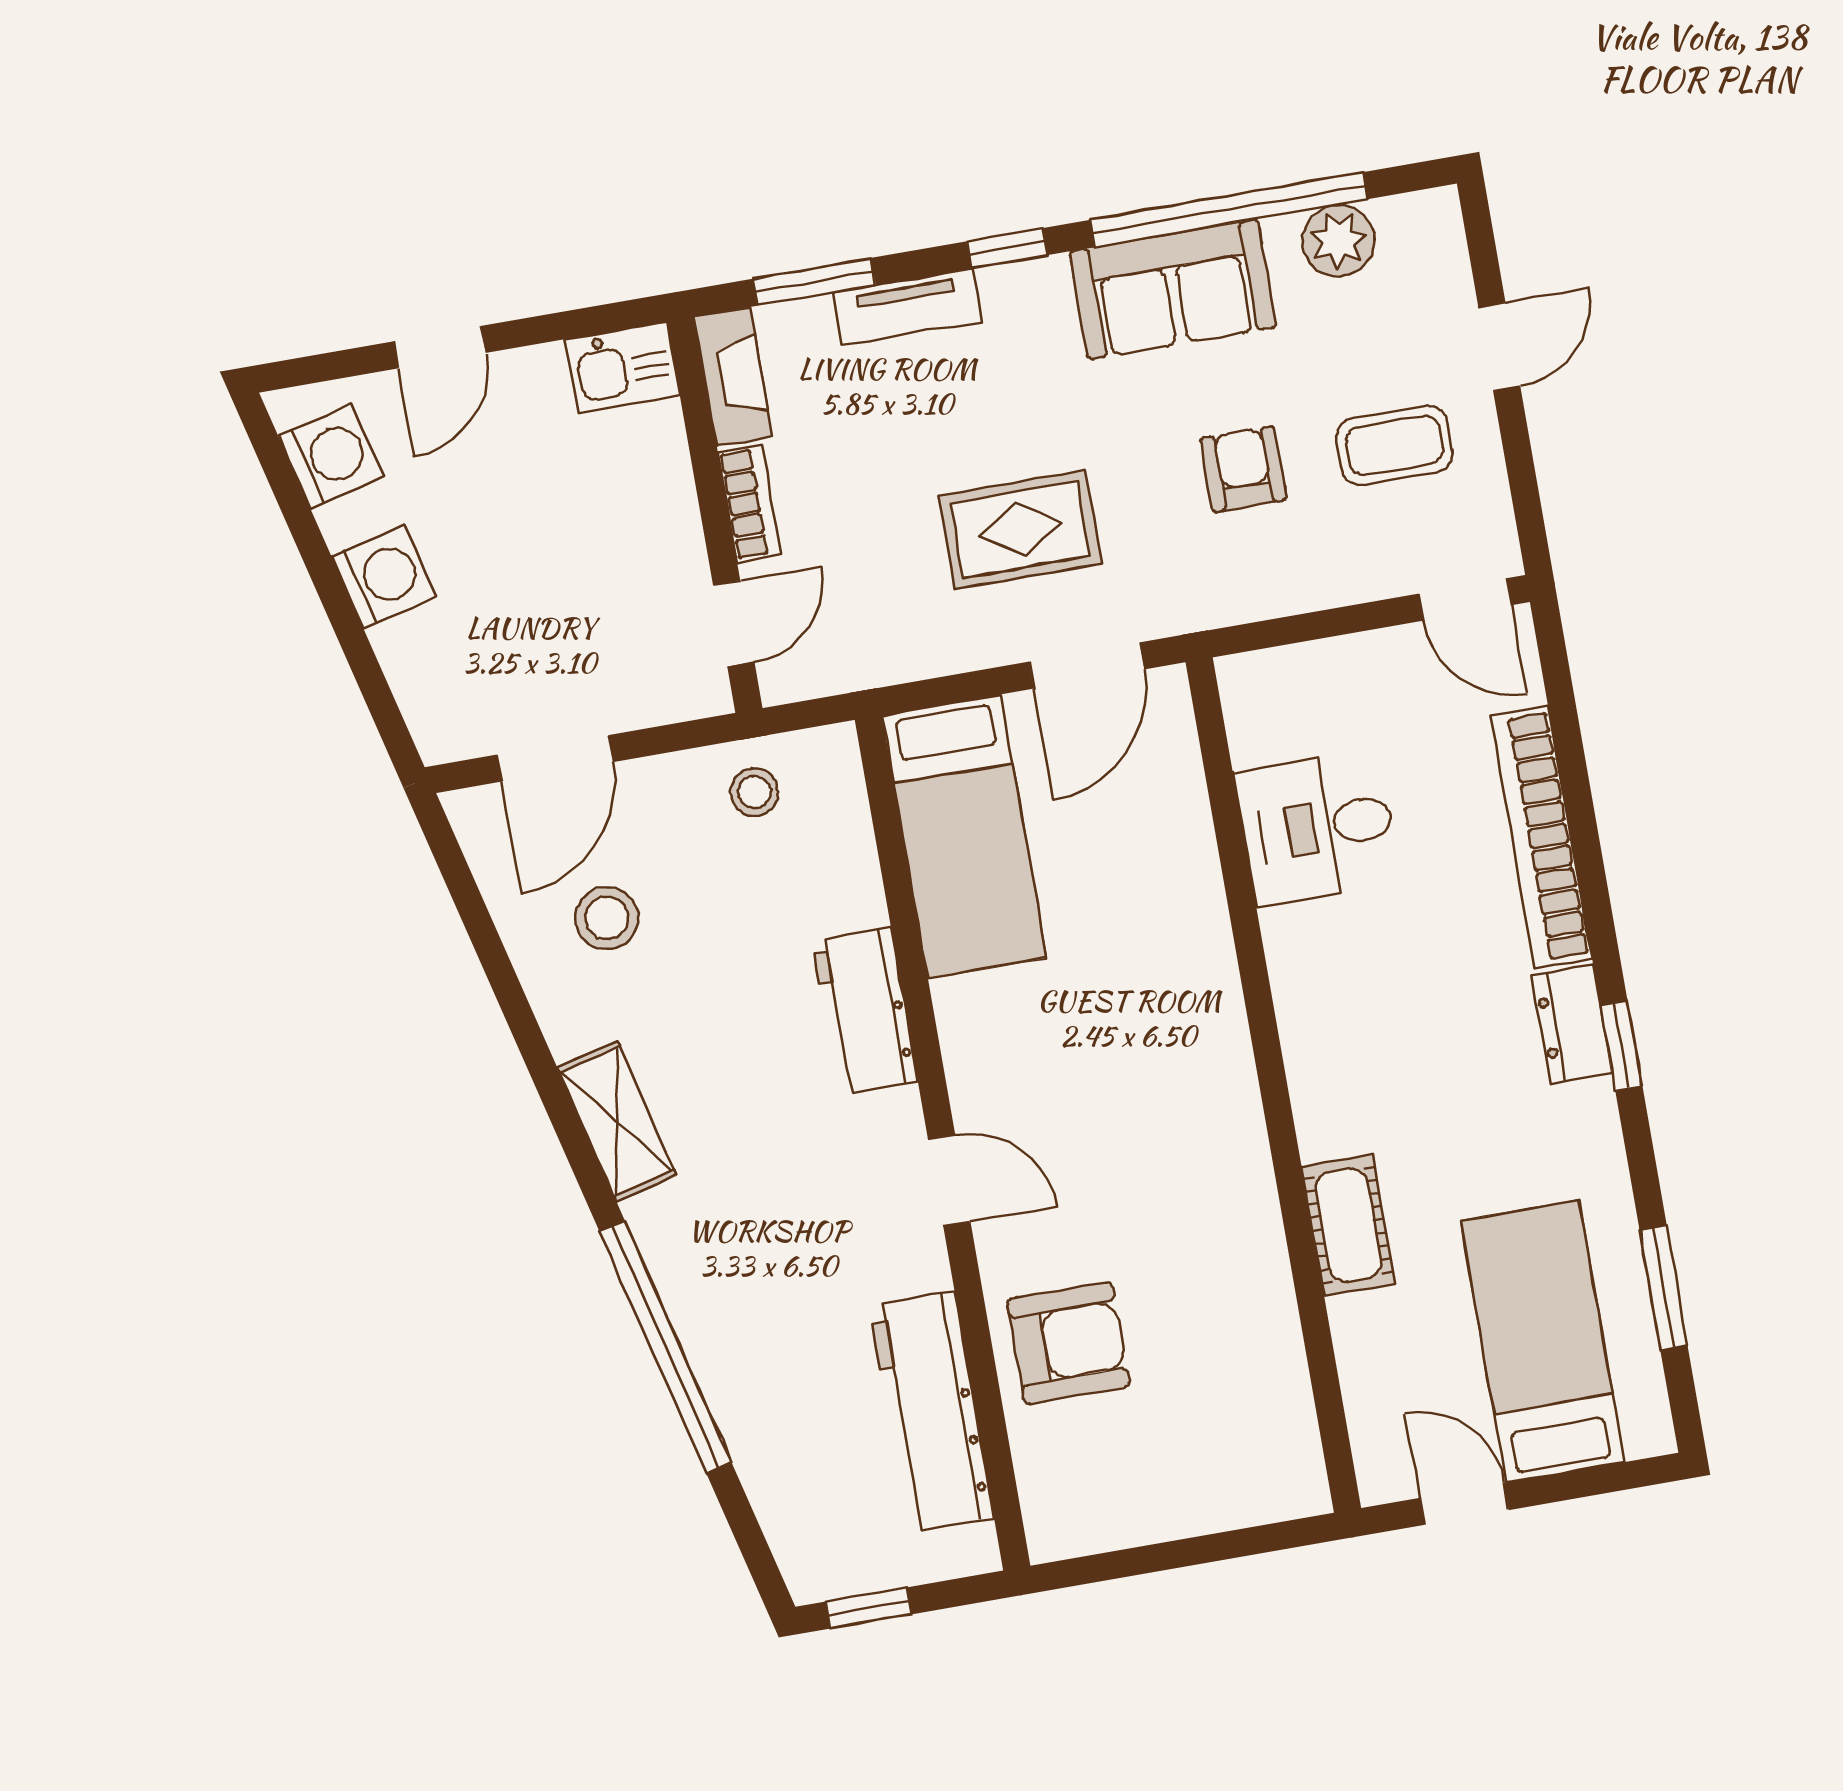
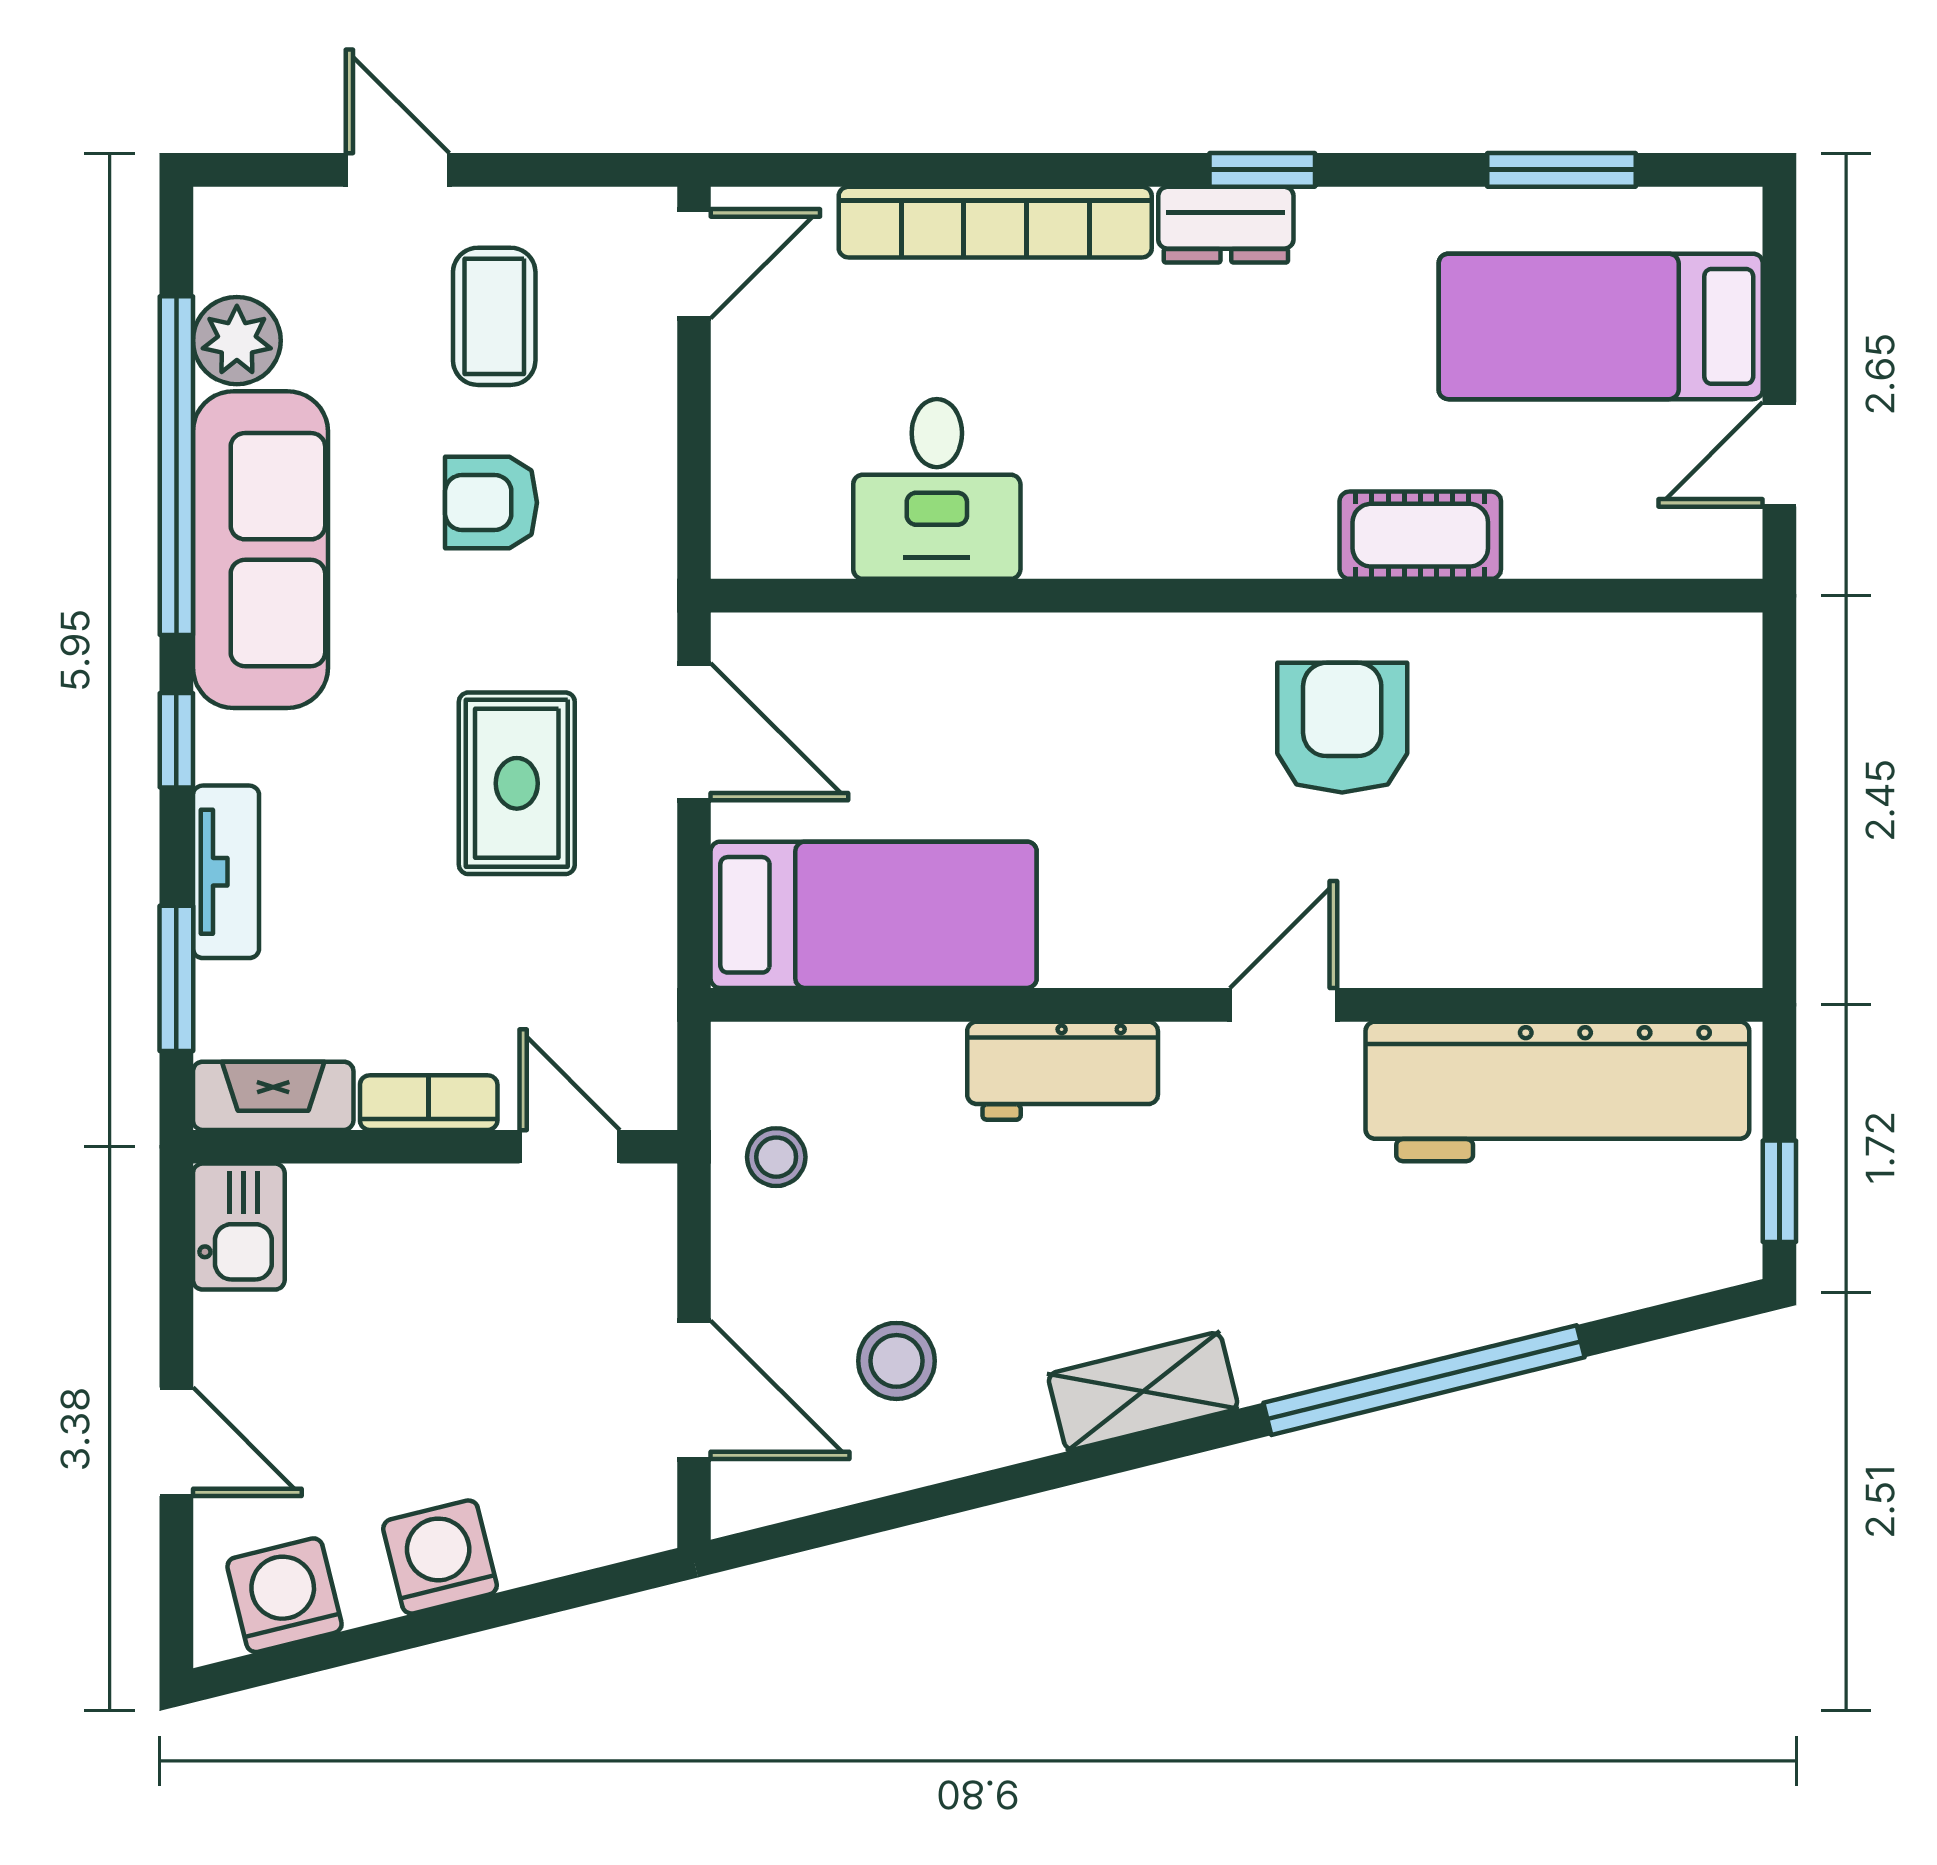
sofa: (1173, 289) -> (260, 550), width x1.36
armchair: (1068, 1343) -> (1342, 728), moved
workbench: (932, 1412) -> (1557, 1091), width x1.36, depth x1.32

